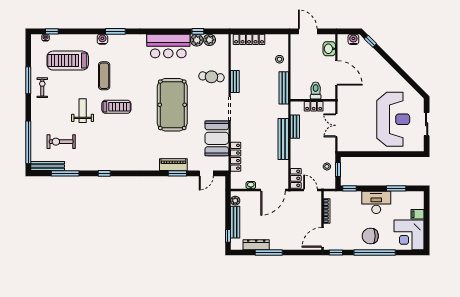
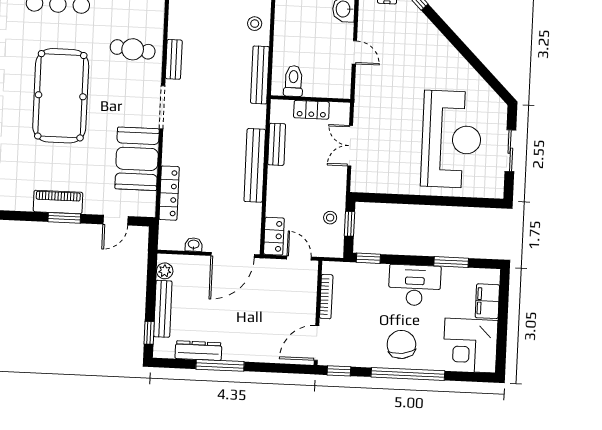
door: (336, 73) -> (354, 52), width x0.53
toilet: (316, 90) -> (293, 81), moved
filing cabinet: (418, 214) -> (487, 301), width x2.00
chair: (370, 236) -> (401, 344), turned 82

